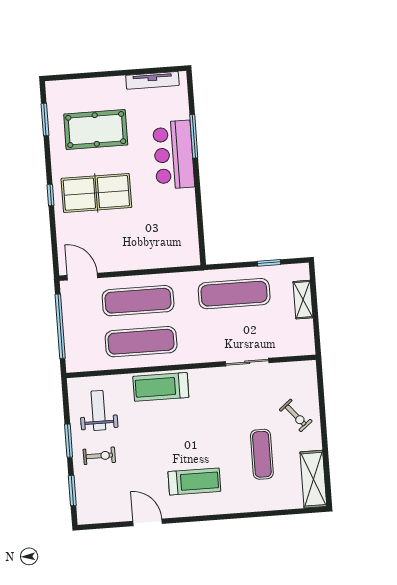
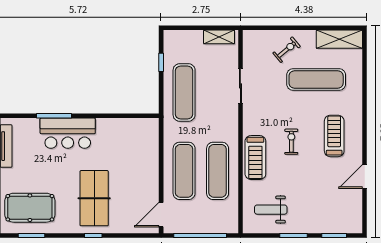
pool table: (96, 130) -> (30, 208), moved, turned 90
shelving: (303, 300) -> (219, 37), moved
exercise mat: (262, 454) -> (316, 80), width x1.36, depth x1.45
exercise bike: (99, 456) -> (291, 142), moved

